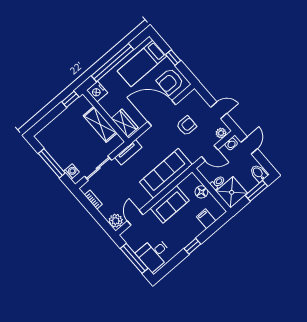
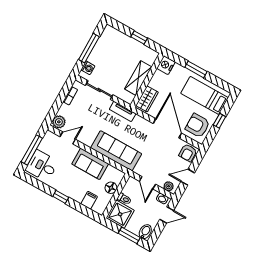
window: (113, 63) -> (196, 69), width x0.47
window: (70, 99) -> (139, 38), moved
door: (219, 110) -> (188, 177), swing flipped
armchair: (187, 126) -> (188, 153), moved, turned 90

